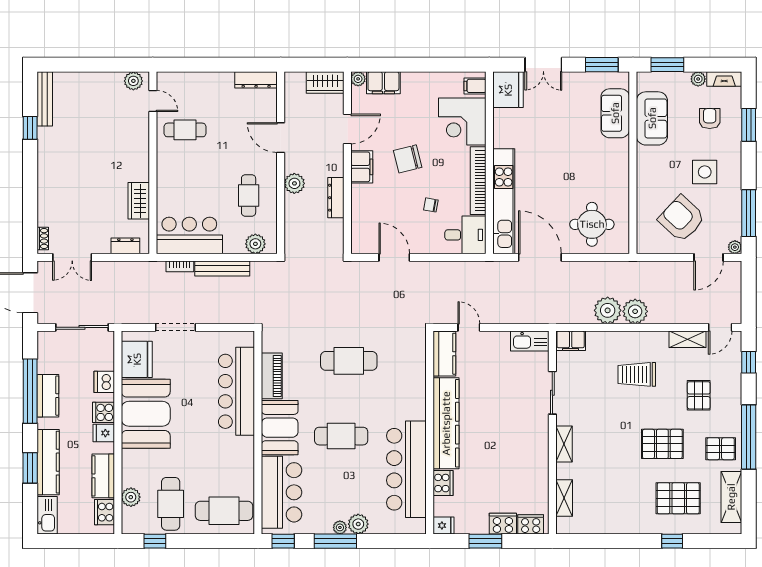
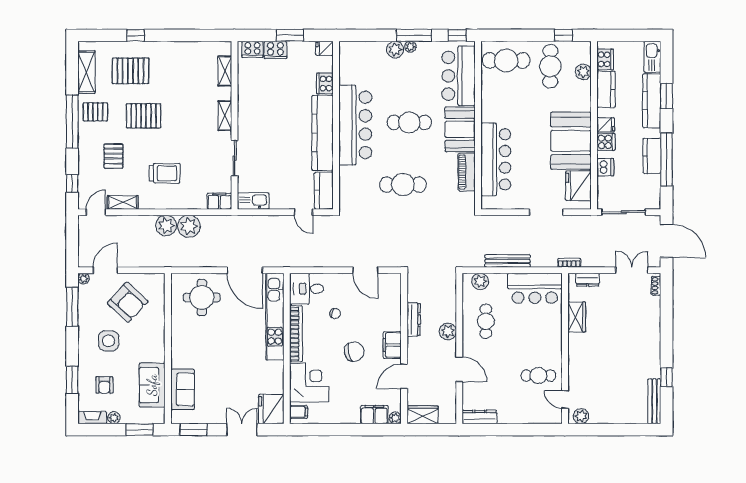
bookcase: (180, 266) -> (569, 263), moved
bar counter: (406, 469) -> (355, 125), moved

